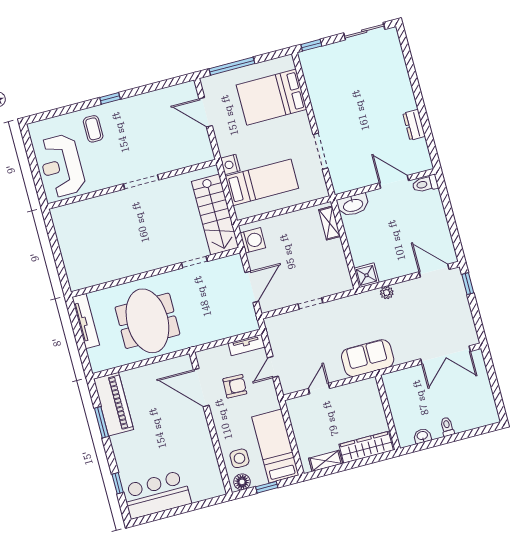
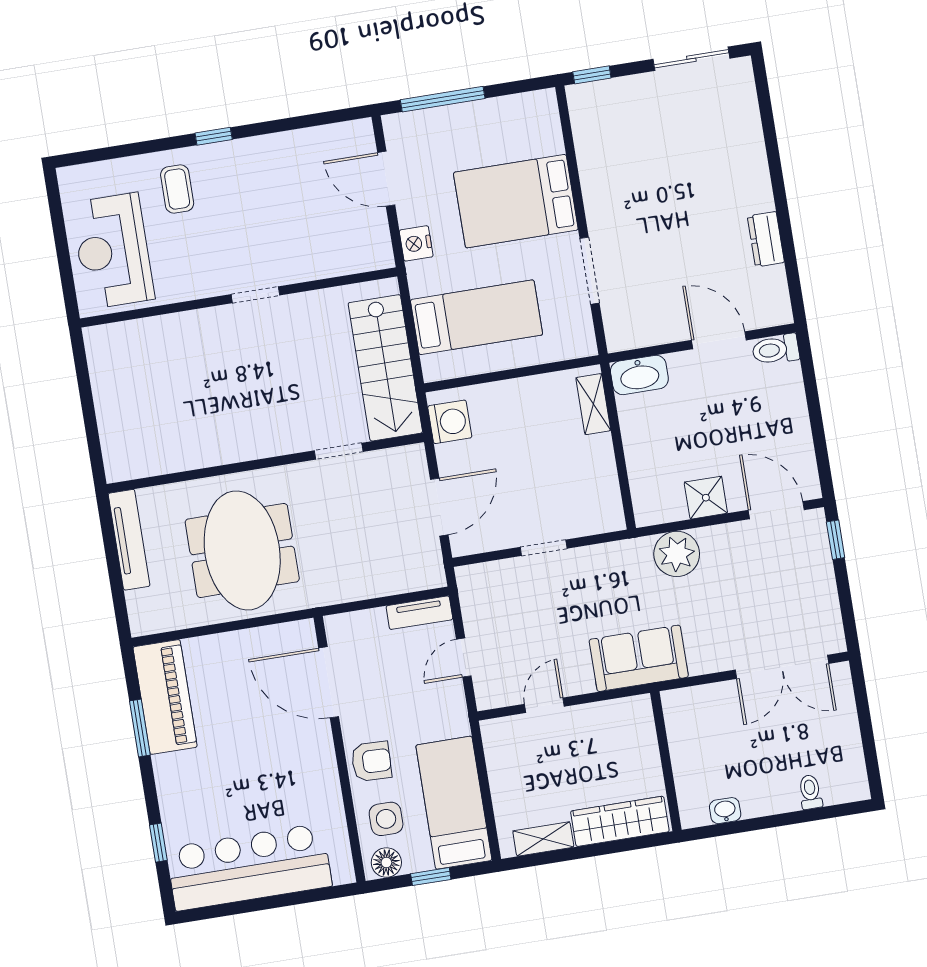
bed: (272, 97) -> (516, 201), moved
nightstand: (230, 165) -> (416, 243), moved
doorway: (141, 182) -> (255, 295), width x0.73
shower: (366, 275) -> (706, 498), moved
plant: (387, 293) -> (677, 554), width x1.88, depth x1.88
armchair: (235, 386) -> (371, 761), moved
toilet: (447, 427) -> (810, 792), moved
bar counter: (157, 495) -> (249, 867), width x1.36

